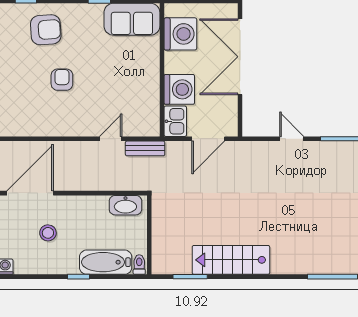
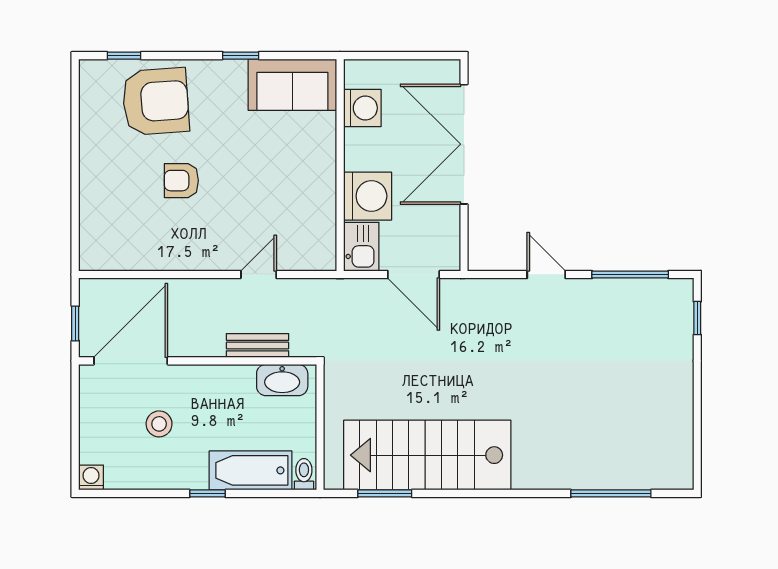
armchair: (46, 30) -> (156, 101), width x1.36, depth x1.36
washing machine: (180, 34) -> (362, 108), width x0.73, depth x0.73
armchair: (62, 80) -> (181, 181), turned -90
door: (208, 139) -> (414, 274), hinge flipped
bench: (145, 148) -> (257, 346), moved
stairs: (231, 260) -> (427, 455), width x1.36, depth x1.51

